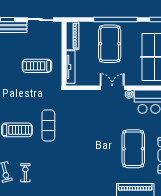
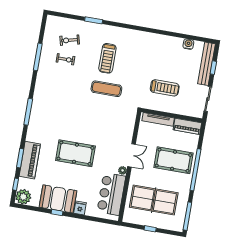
treadmill: (37, 66) -> (165, 88), turned 90
pool table: (133, 149) -> (75, 153), moved

